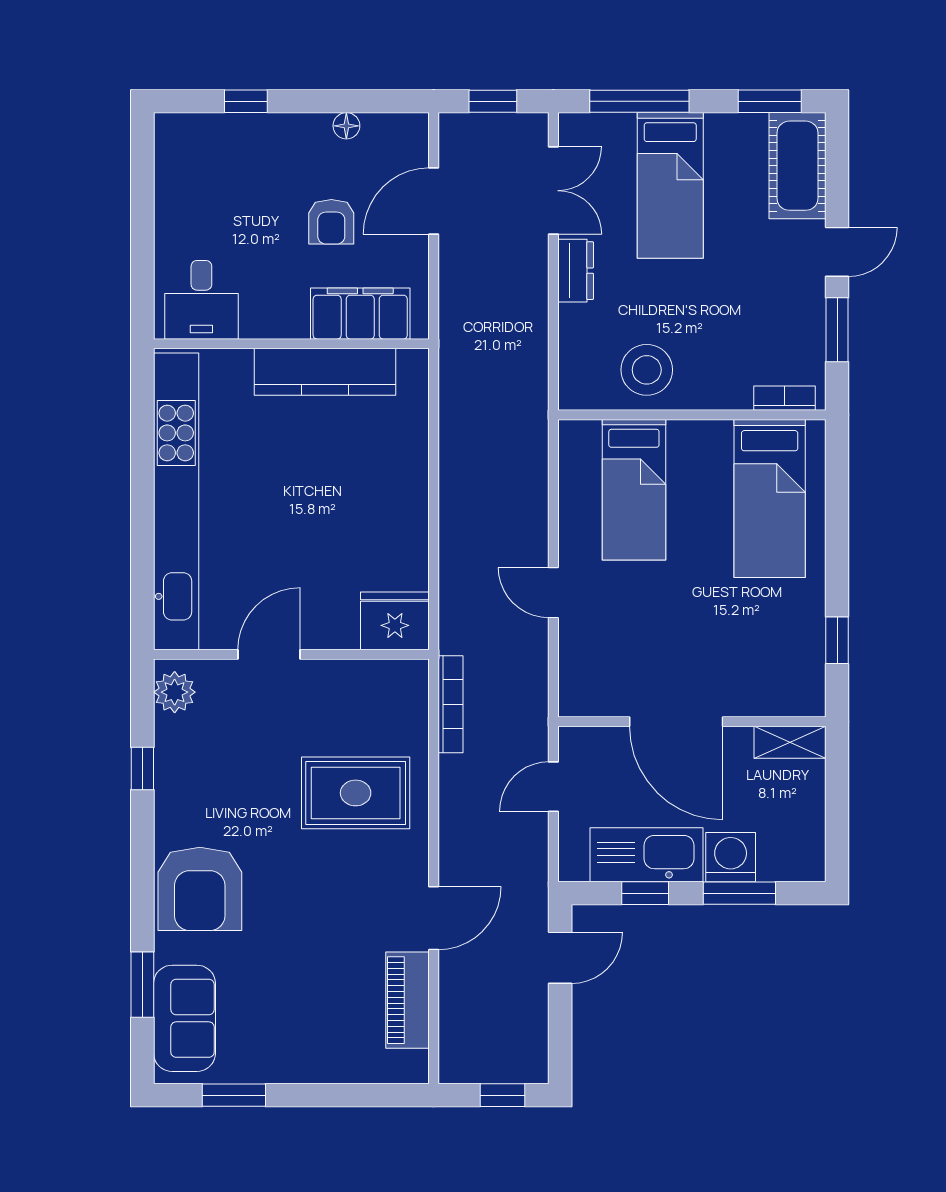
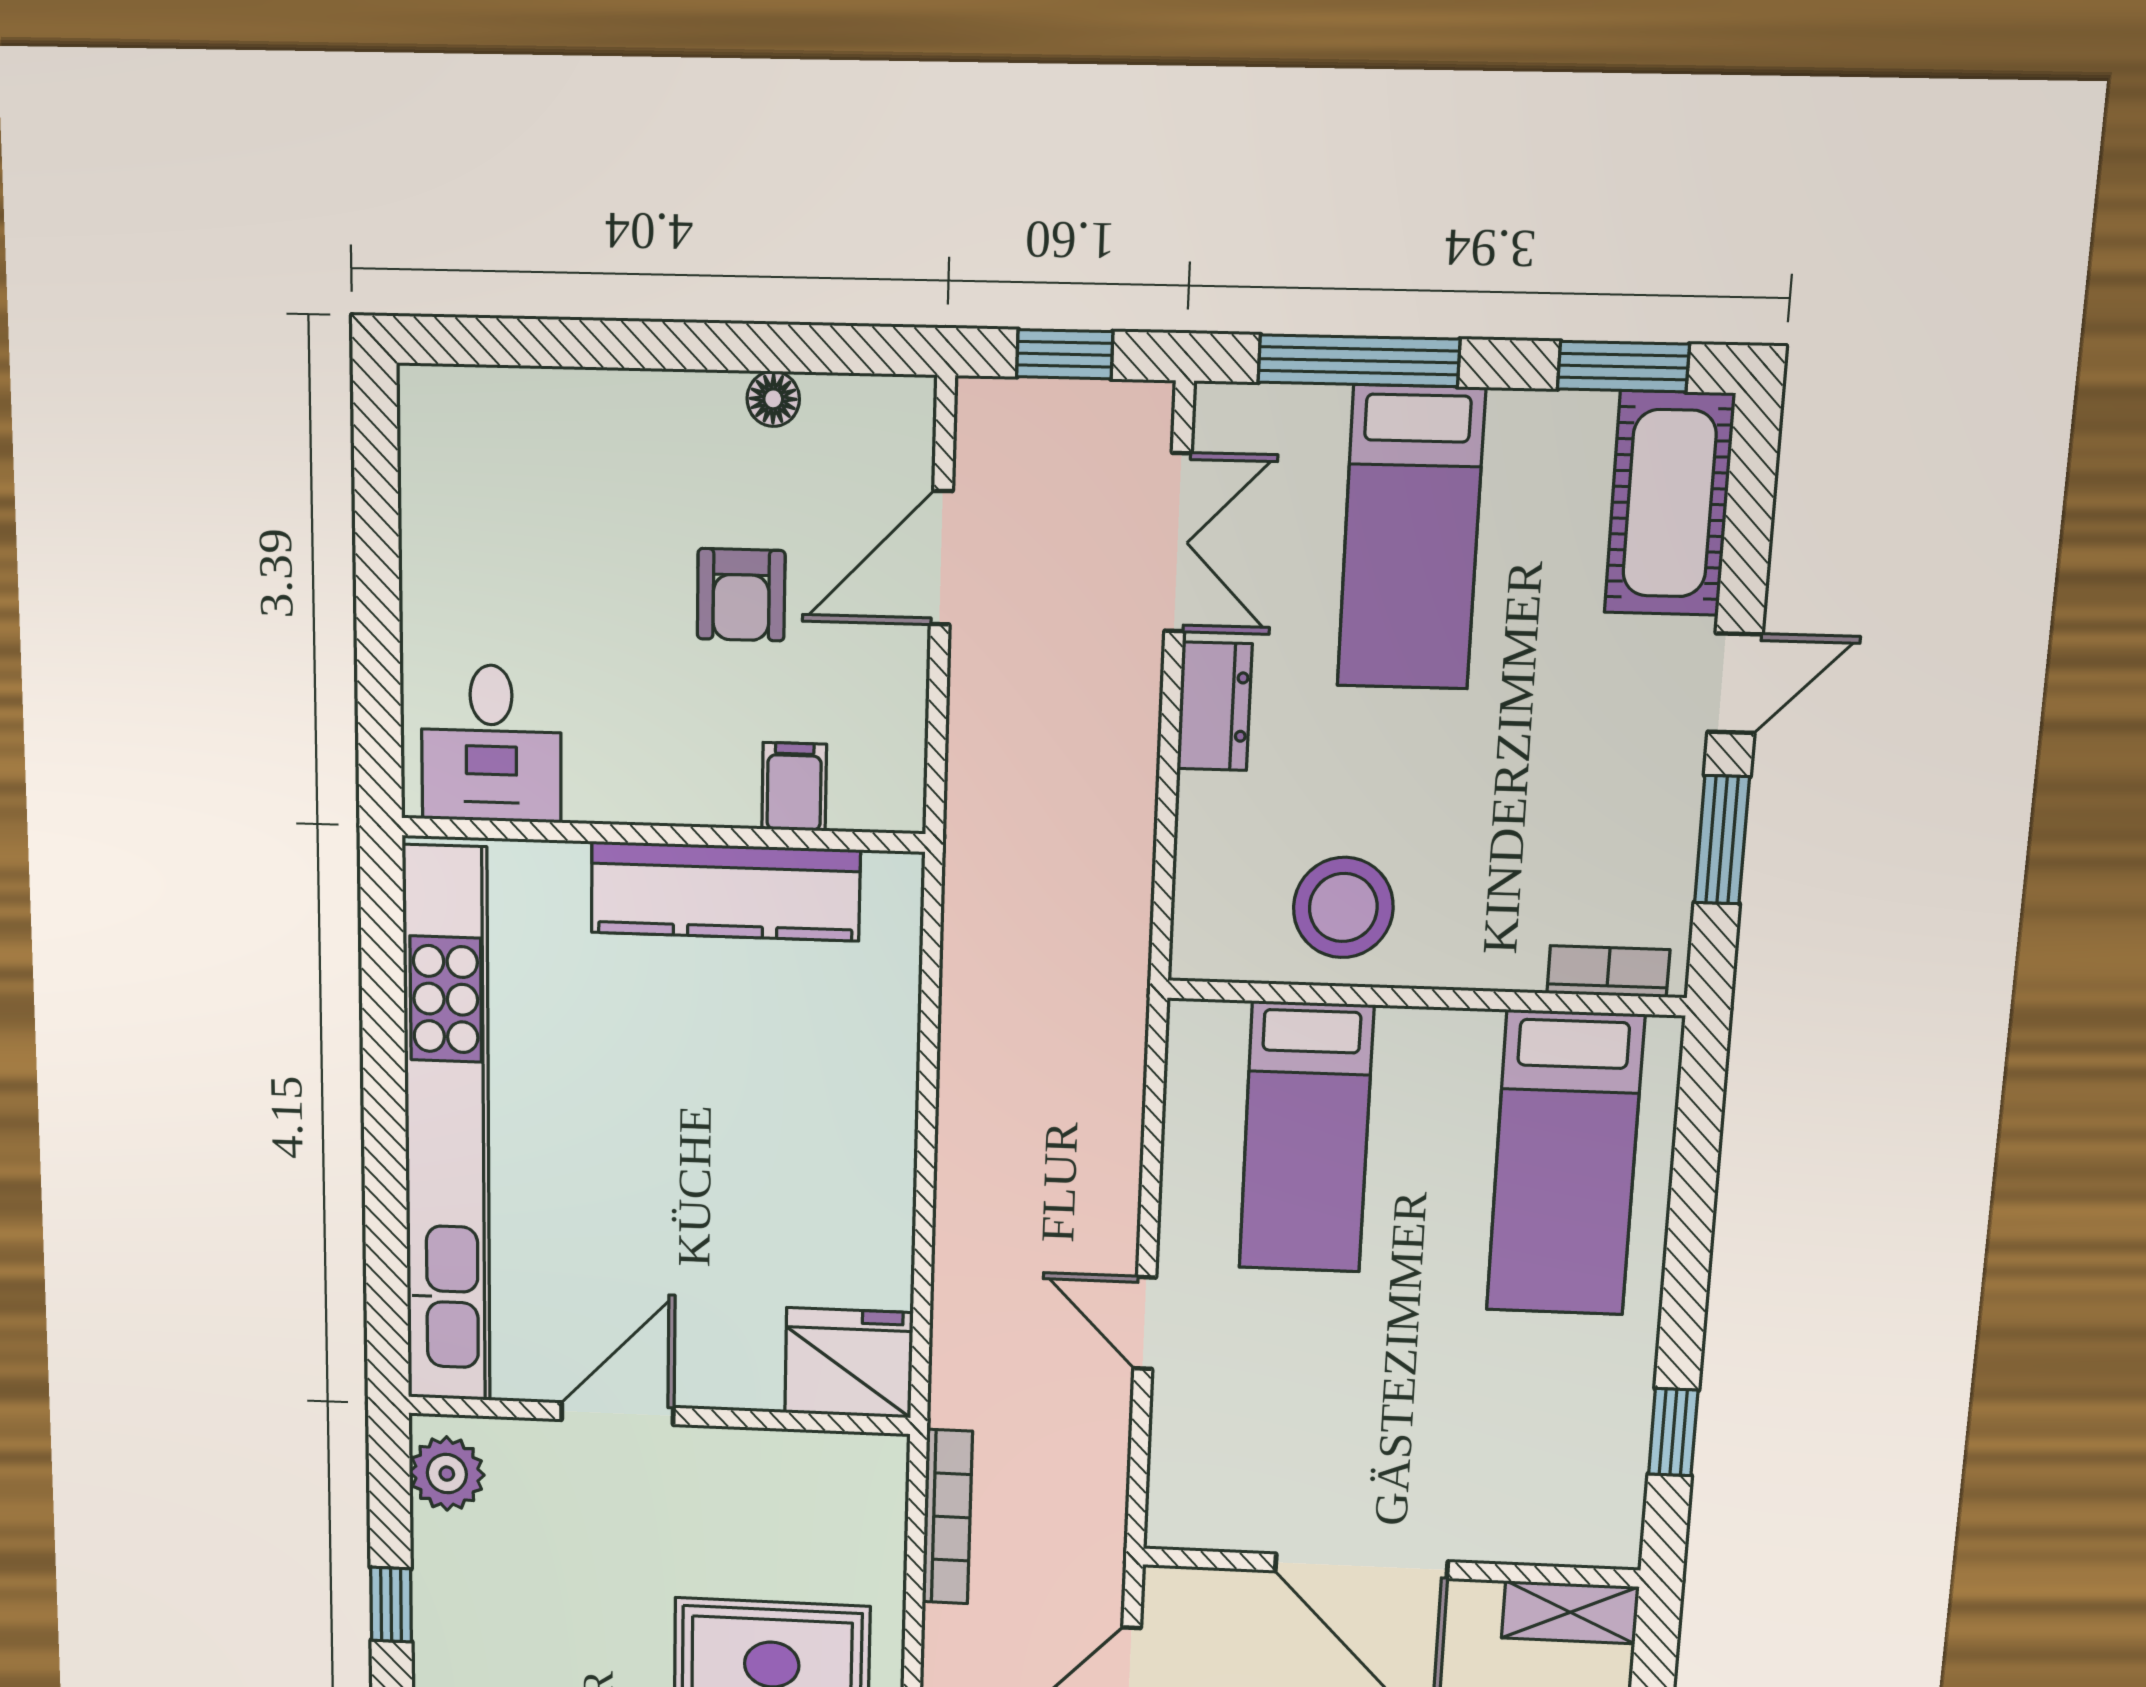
window: (246, 101) -> (576, 343), removed
filing cabinet: (360, 314) -> (794, 787), width x0.33, depth x0.86

